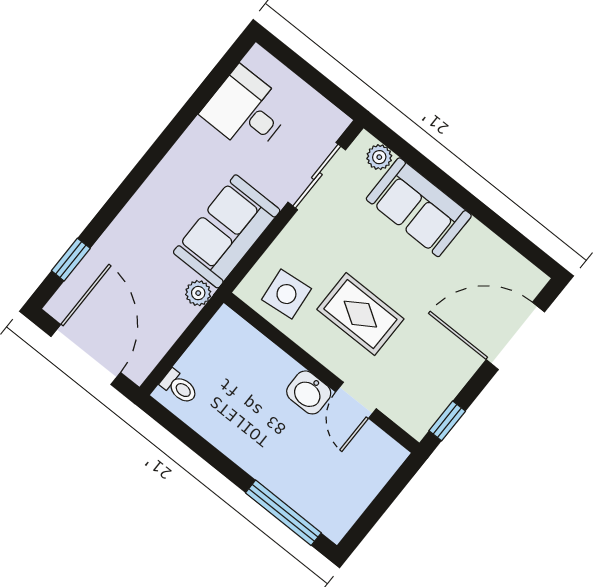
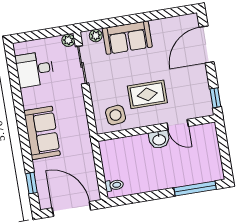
sofa: (227, 231) -> (42, 133), moved, turned 180
plant: (198, 293) -> (68, 40), moved

